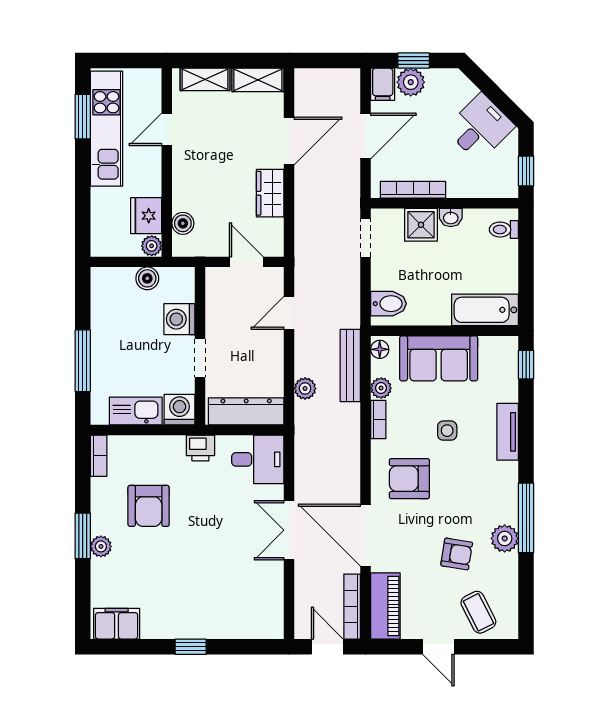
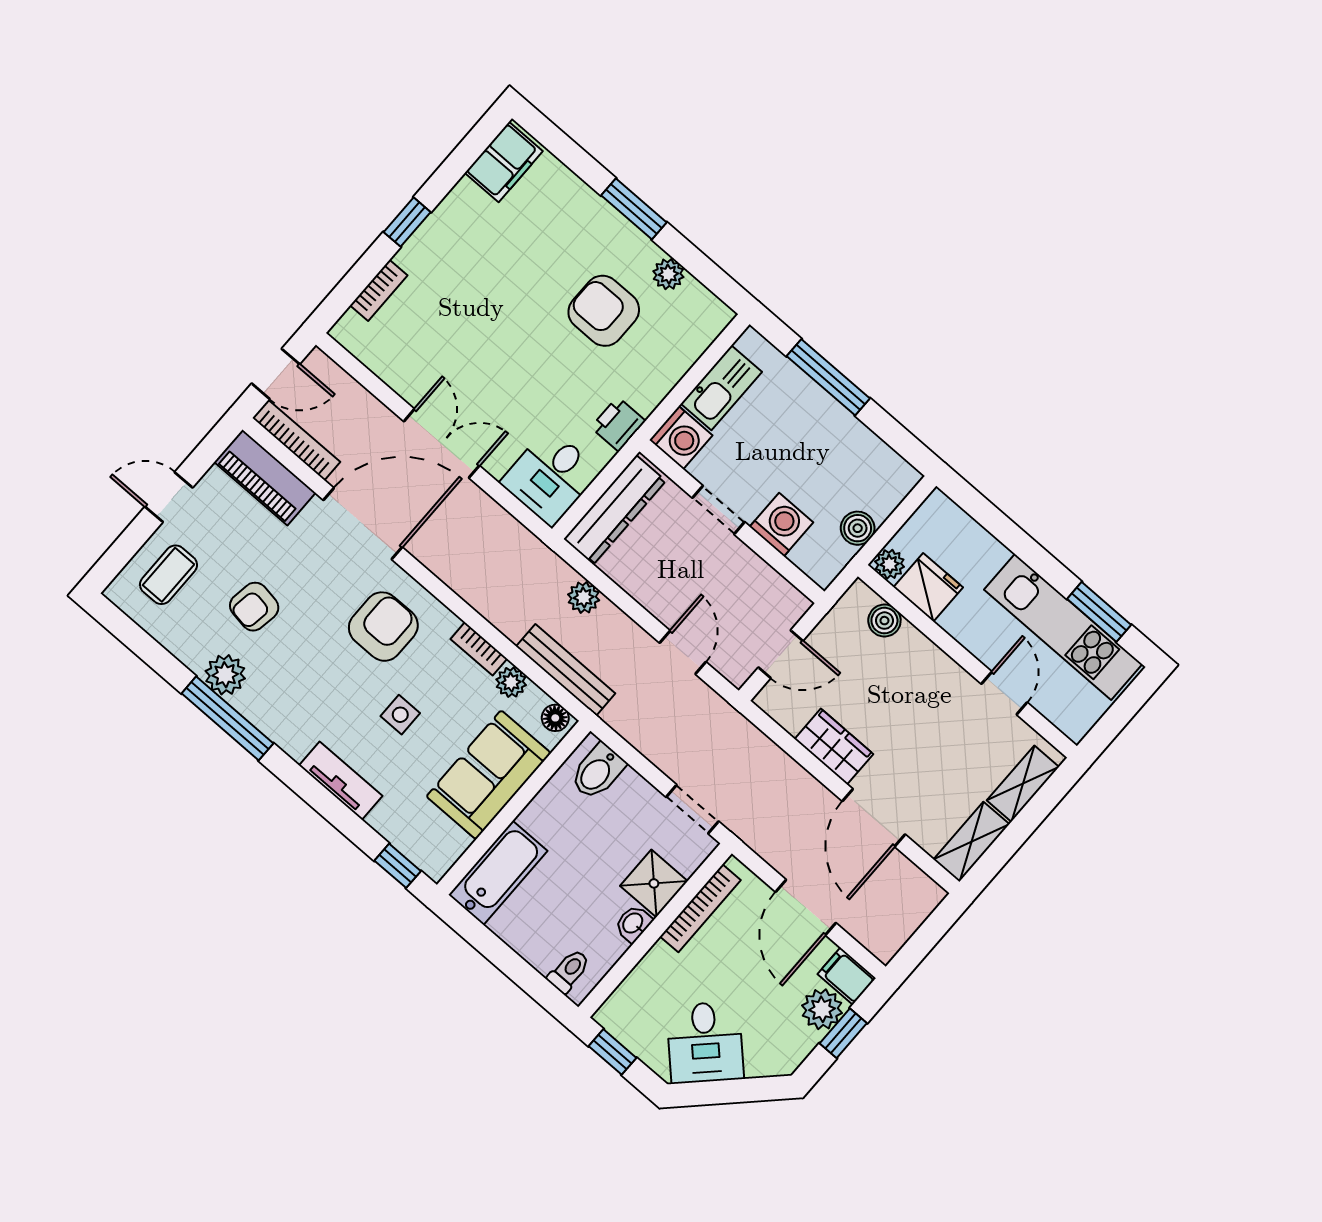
bookcase: (99, 456) -> (379, 290), moved, turned -90
plant: (101, 546) -> (668, 274), moved
coffee table: (478, 612) -> (169, 575), turned -63

